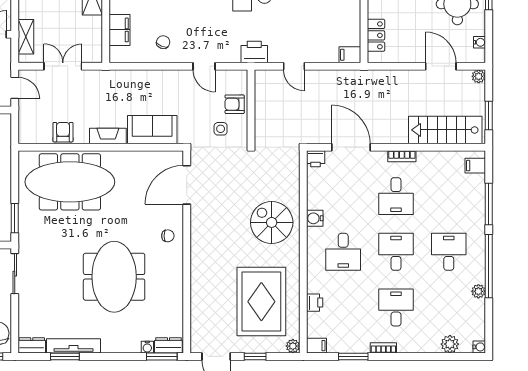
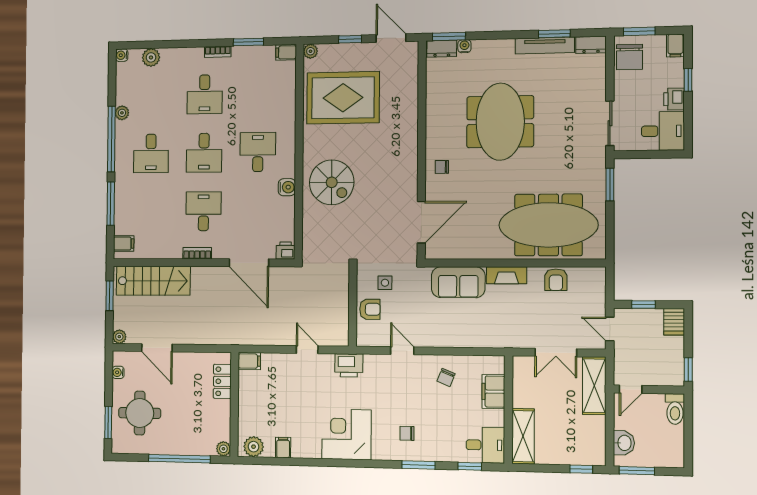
shelving: (26, 37) -> (594, 386), width x1.50, depth x1.33
rug: (261, 302) -> (343, 98), turned 90
printer: (315, 303) -> (288, 98), removed

